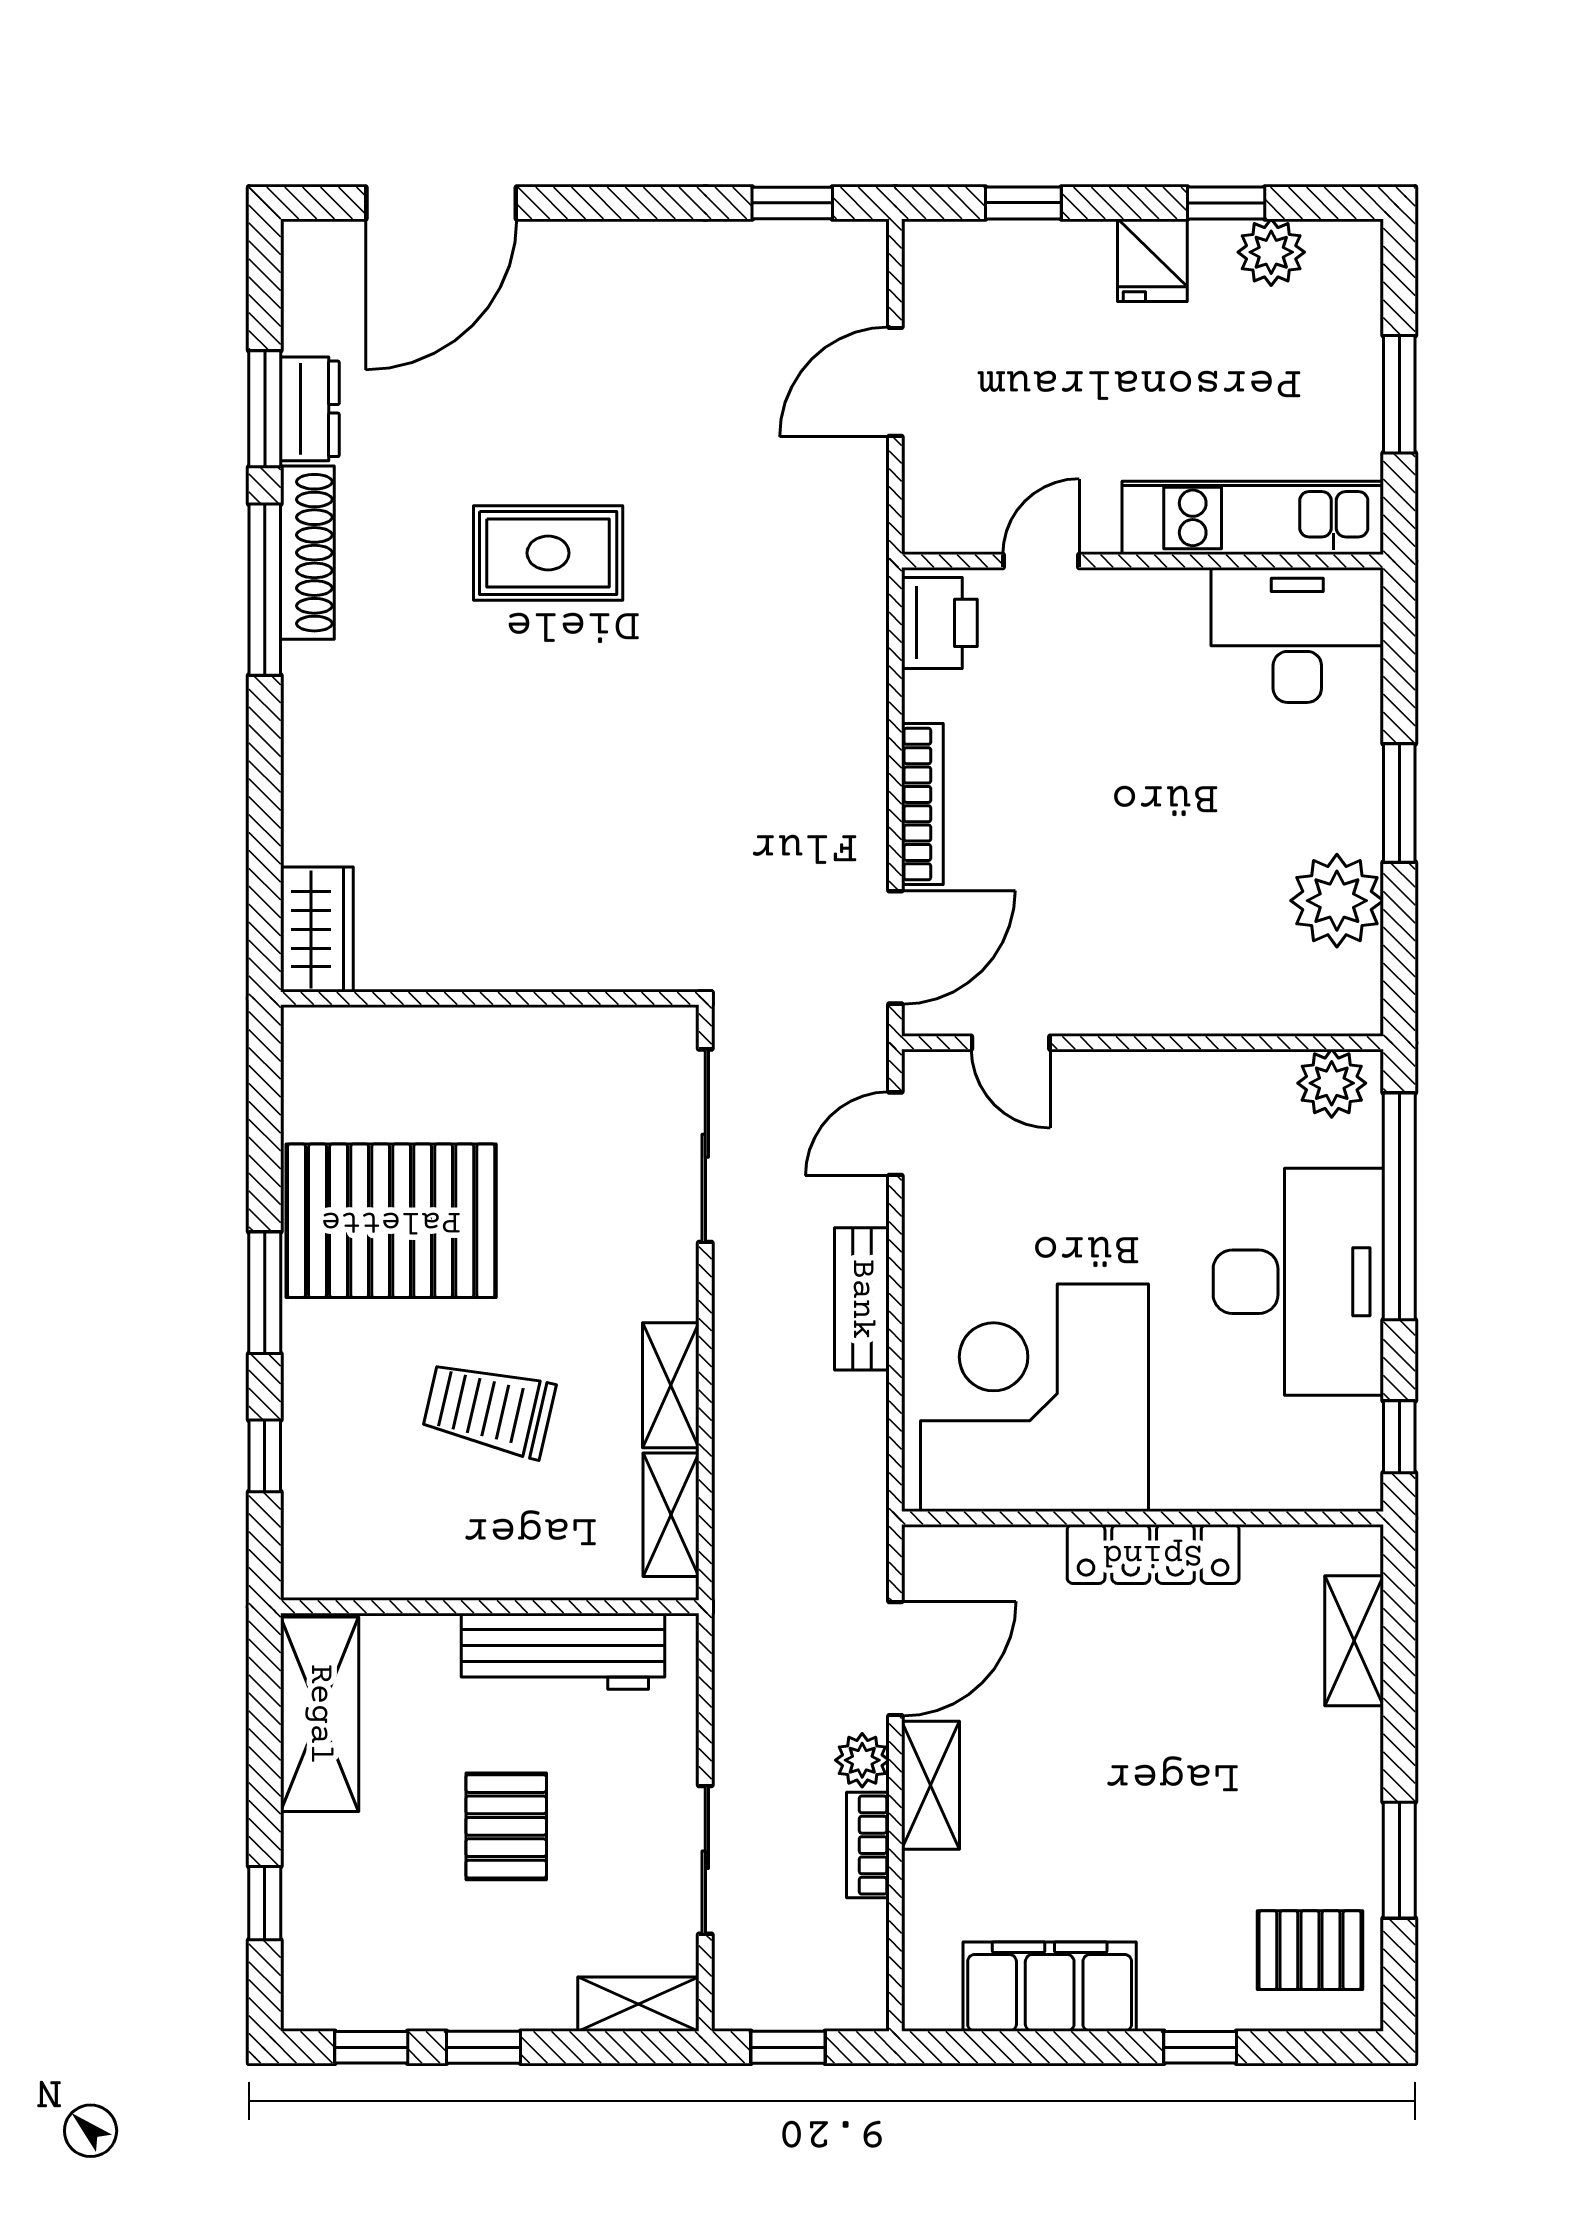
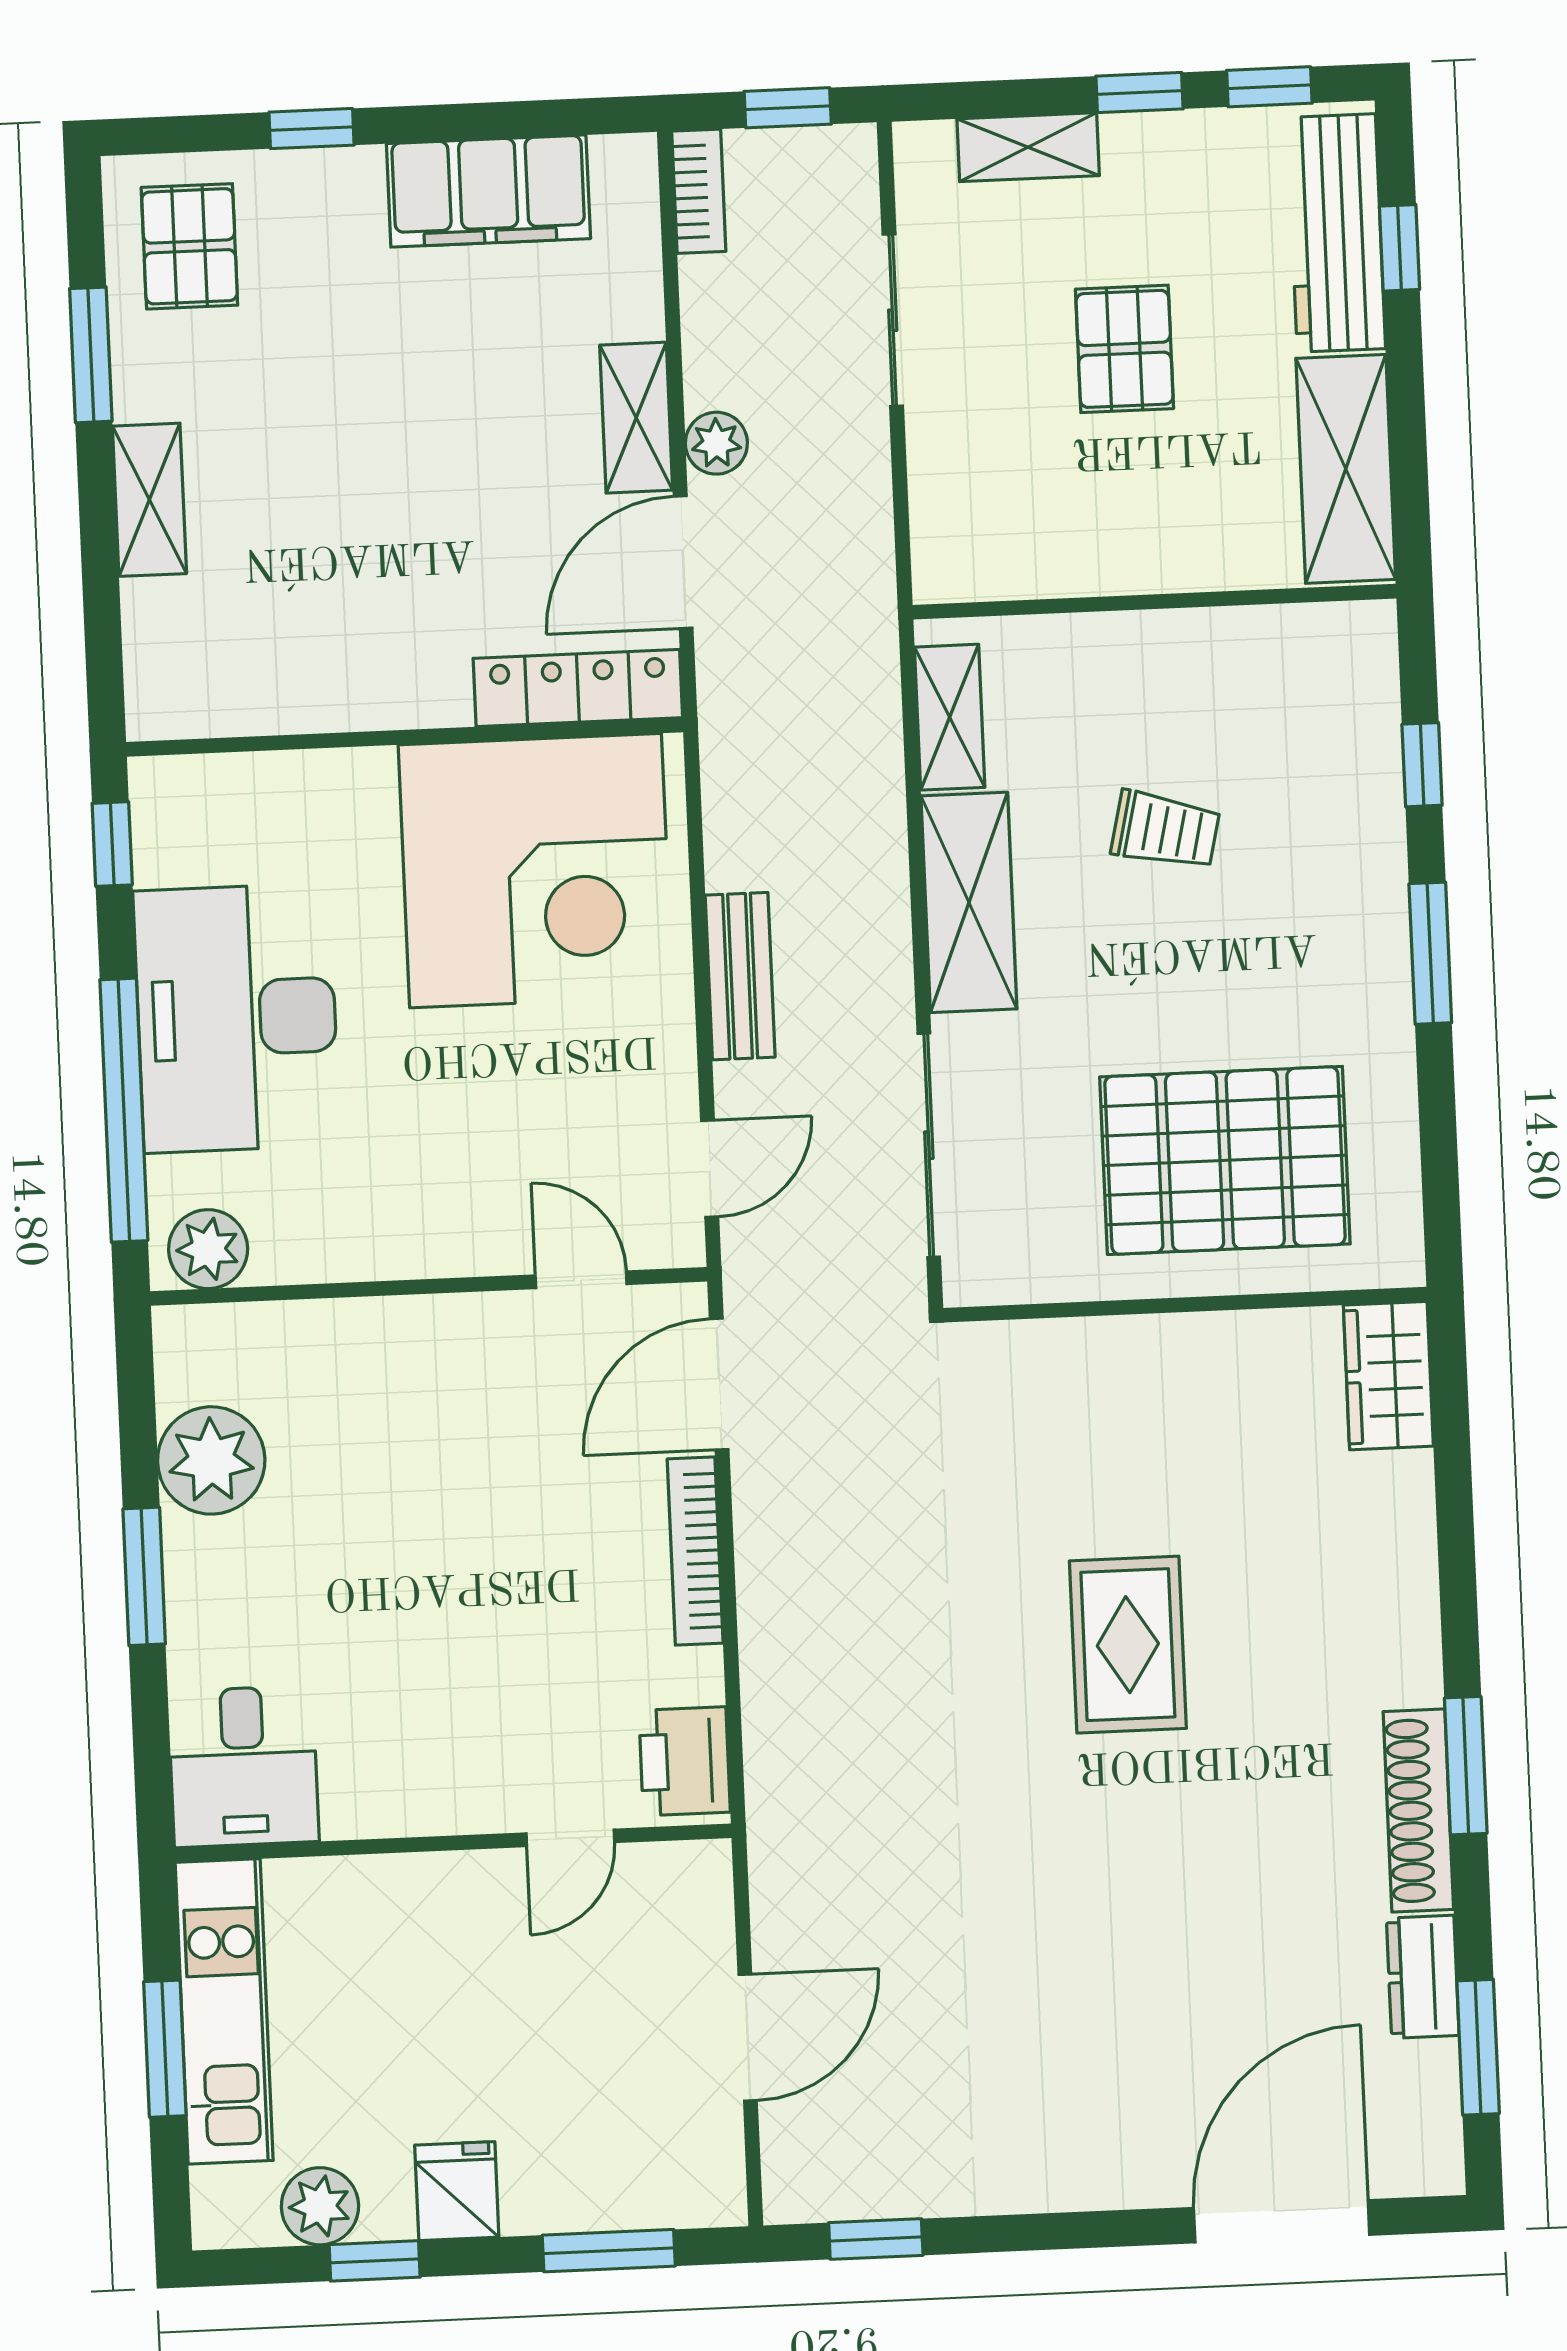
window: (1023, 203) -> (609, 2251), width x1.50
window: (265, 409) -> (1478, 2047), moved
kitchen unit: (1253, 518) -> (224, 2011), moved, turned -90
rug: (548, 553) -> (1128, 1645), moved, turned 90
window: (265, 590) -> (1466, 1766), width x0.69
desk: (1297, 635) -> (243, 1766), width x0.73
pallet: (391, 1221) -> (1225, 1160), moved
shelving: (671, 1385) -> (969, 902), width x1.50, depth x1.33
trolley: (489, 1409) -> (1165, 830), width x0.73, depth x0.72
locker: (1153, 1554) -> (578, 688), moved
shelving: (1354, 1641) -> (149, 500), moved
workbench: (563, 1651) -> (1336, 233), moved, turned -90
bookcase: (868, 1845) -> (699, 191), moved
pallet: (1310, 1950) -> (189, 246), turned 90
shelving: (638, 2004) -> (1028, 147), moved

